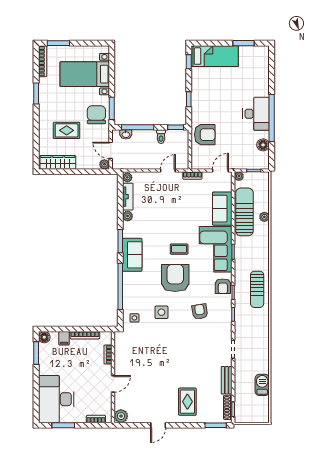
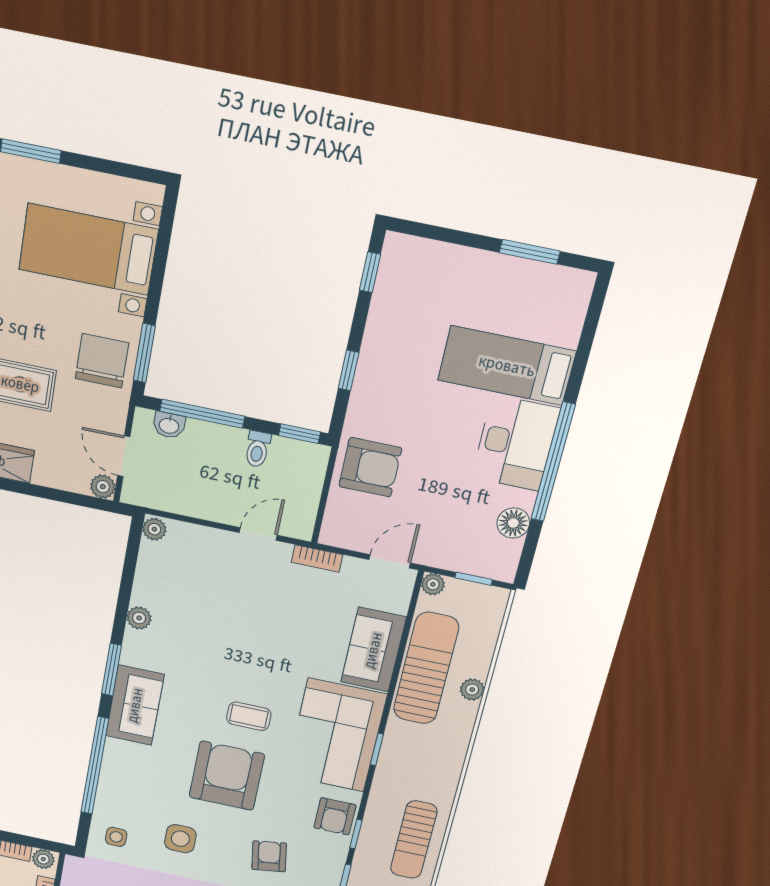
bed: (215, 56) -> (507, 366), moved, turned 180
tv unit: (128, 197) -> (147, 574), removed
plant: (105, 336) -> (43, 859), added

